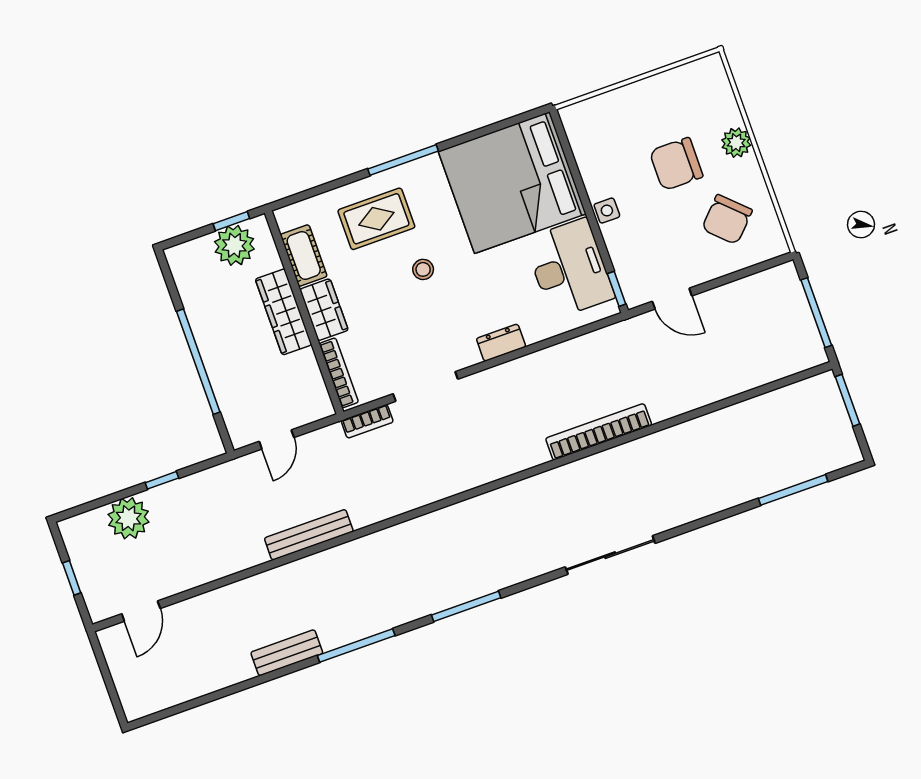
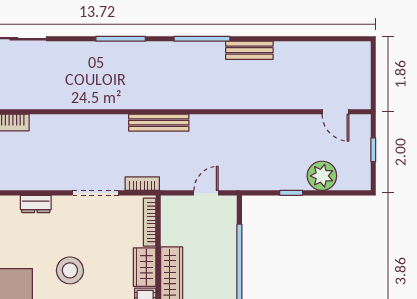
stool: (423, 269) -> (70, 270), width x1.89, depth x1.89
bench: (309, 535) -> (159, 123), moved
door: (141, 611) -> (335, 112), swing flipped

